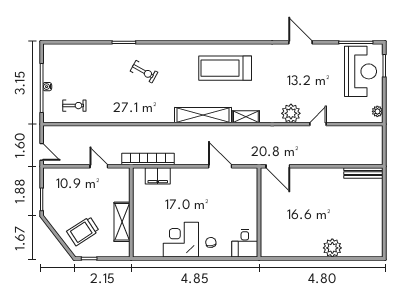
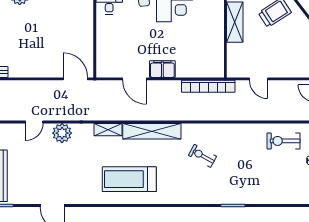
treadmill: (225, 68) -> (129, 179), turned 180
exercise bike: (144, 72) -> (202, 156), moved
exercise bike: (74, 106) -> (284, 141), width x1.38, depth x1.39
filing cabinet: (158, 176) -> (162, 69), moved

